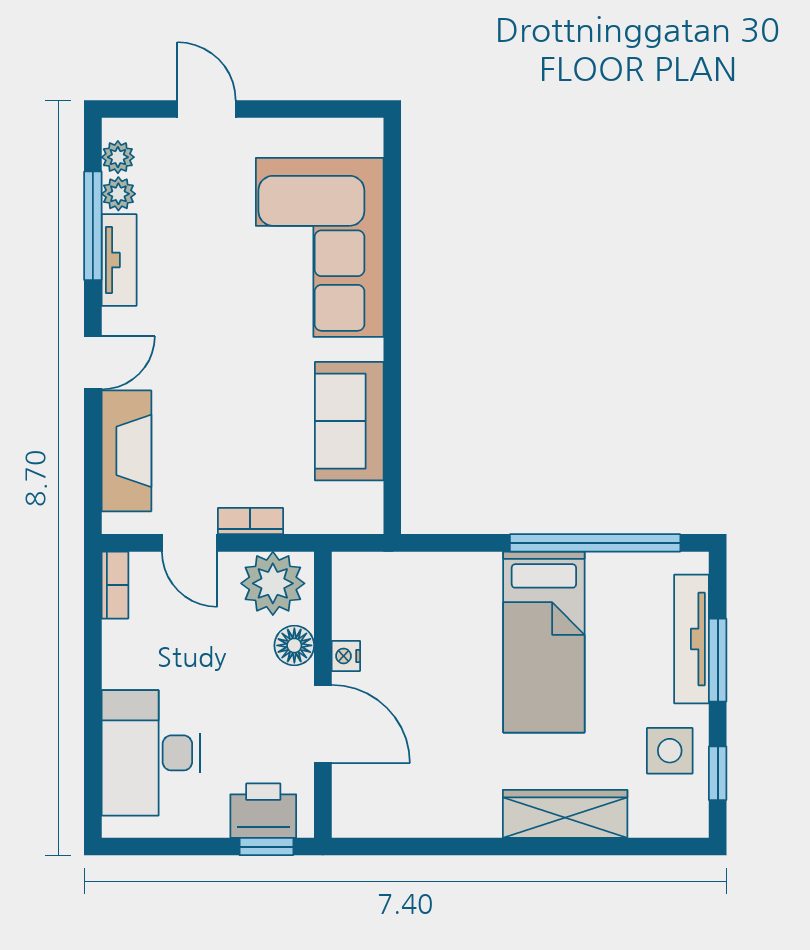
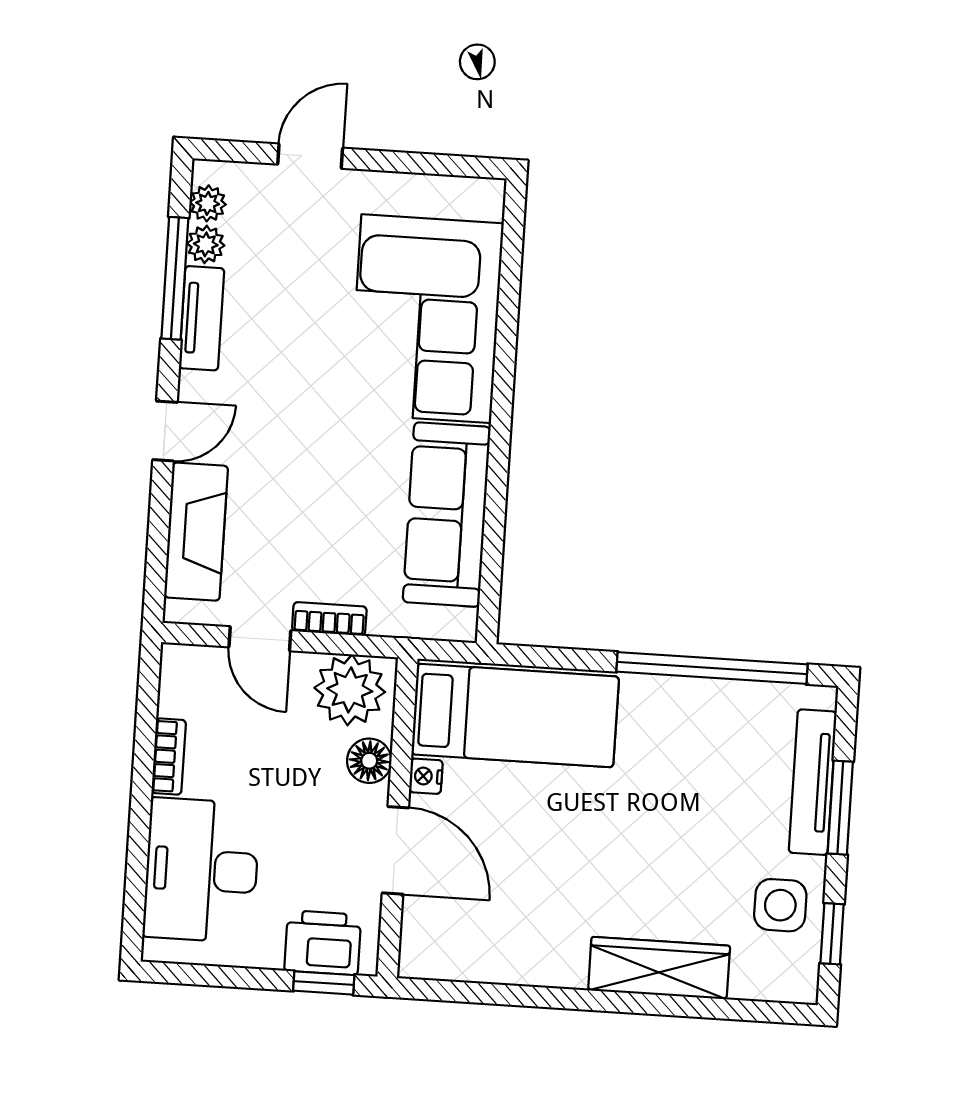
door: (207, 109) -> (310, 156), hinge flipped
sofa: (349, 421) -> (447, 515), width x1.36
bookcase: (115, 585) -> (169, 756), moved
bed: (544, 642) -> (515, 716), moved, turned -90

